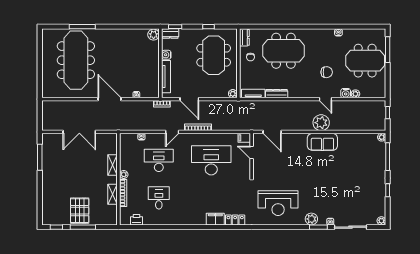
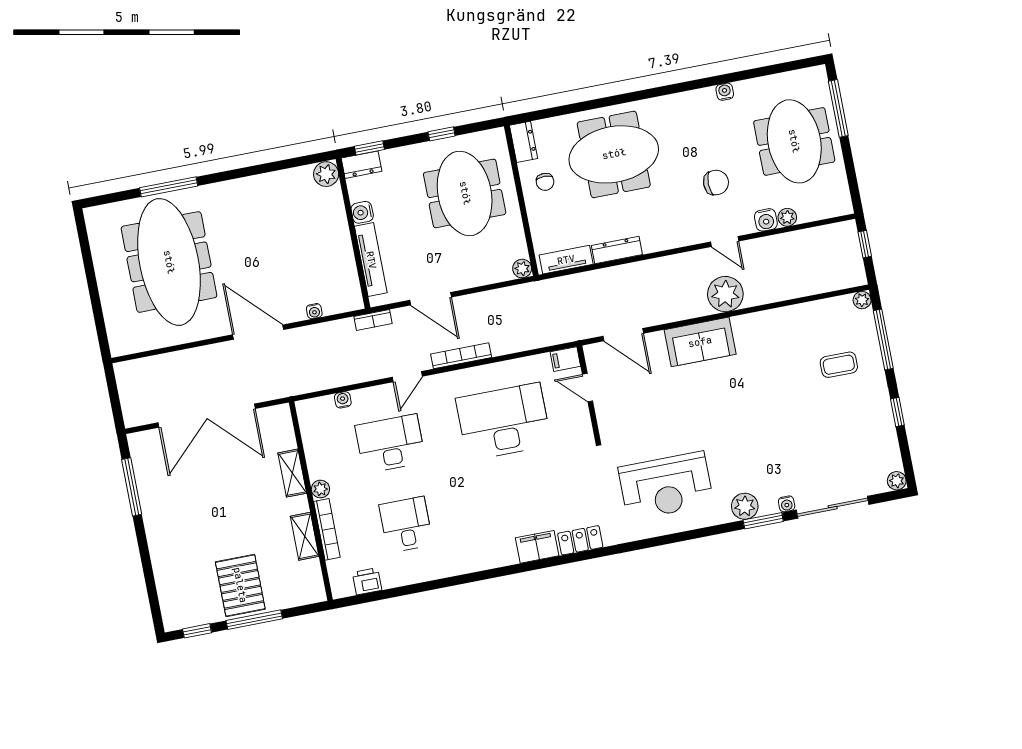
meeting table: (365, 61) -> (794, 141), turned 90
double door: (79, 132) -> (207, 416), width x1.36
sofa: (322, 142) -> (700, 342), moved
coffee table: (366, 164) -> (839, 365), added

